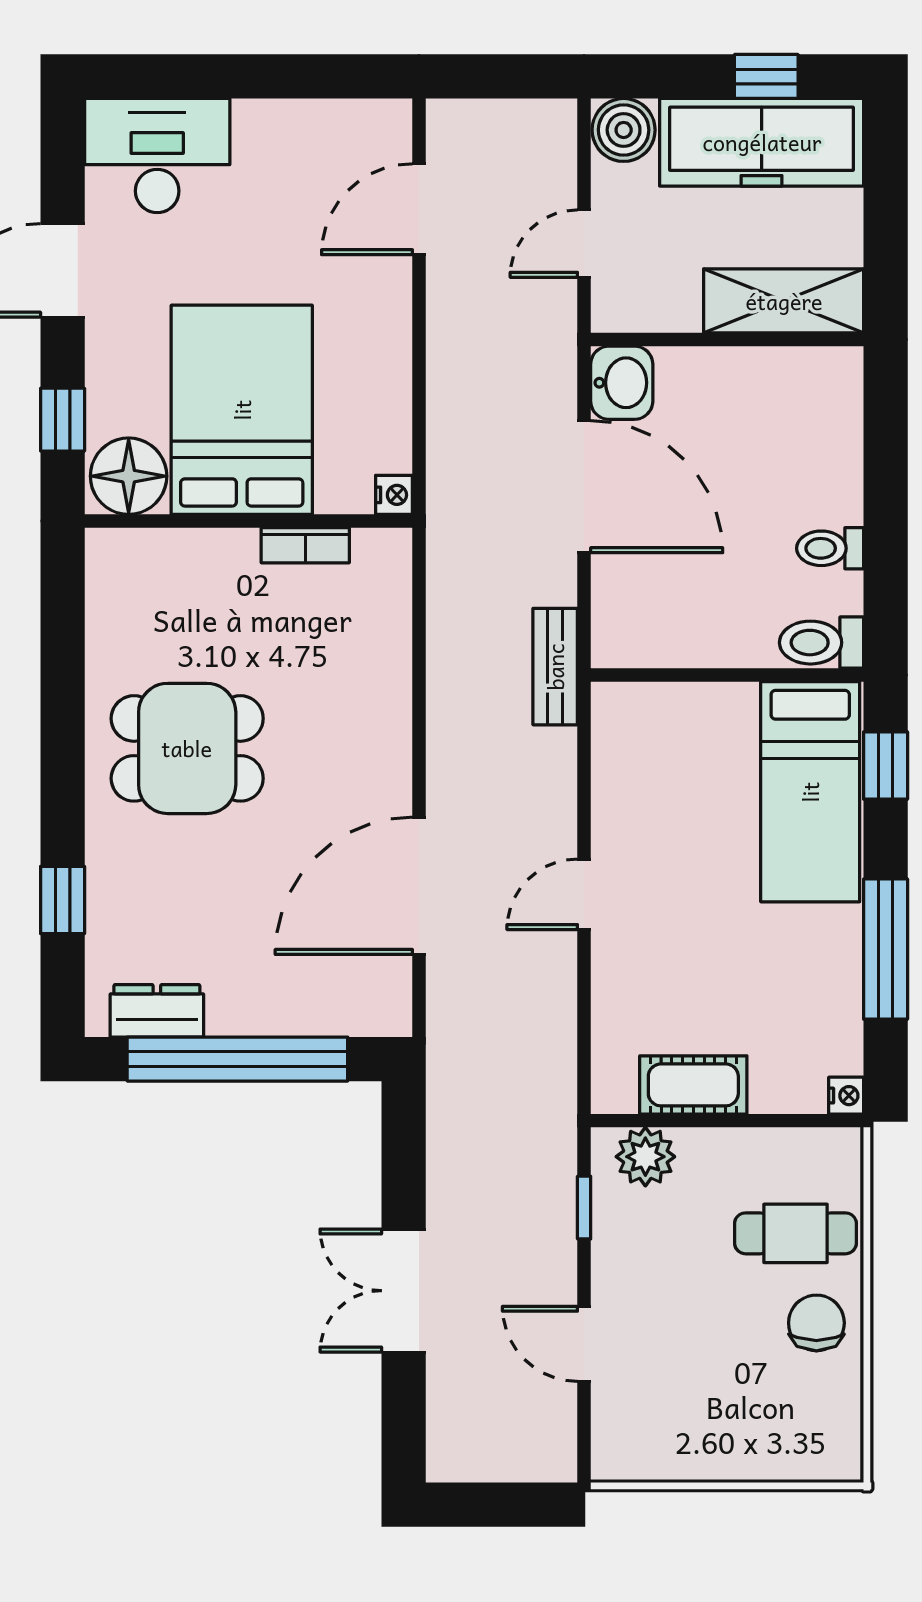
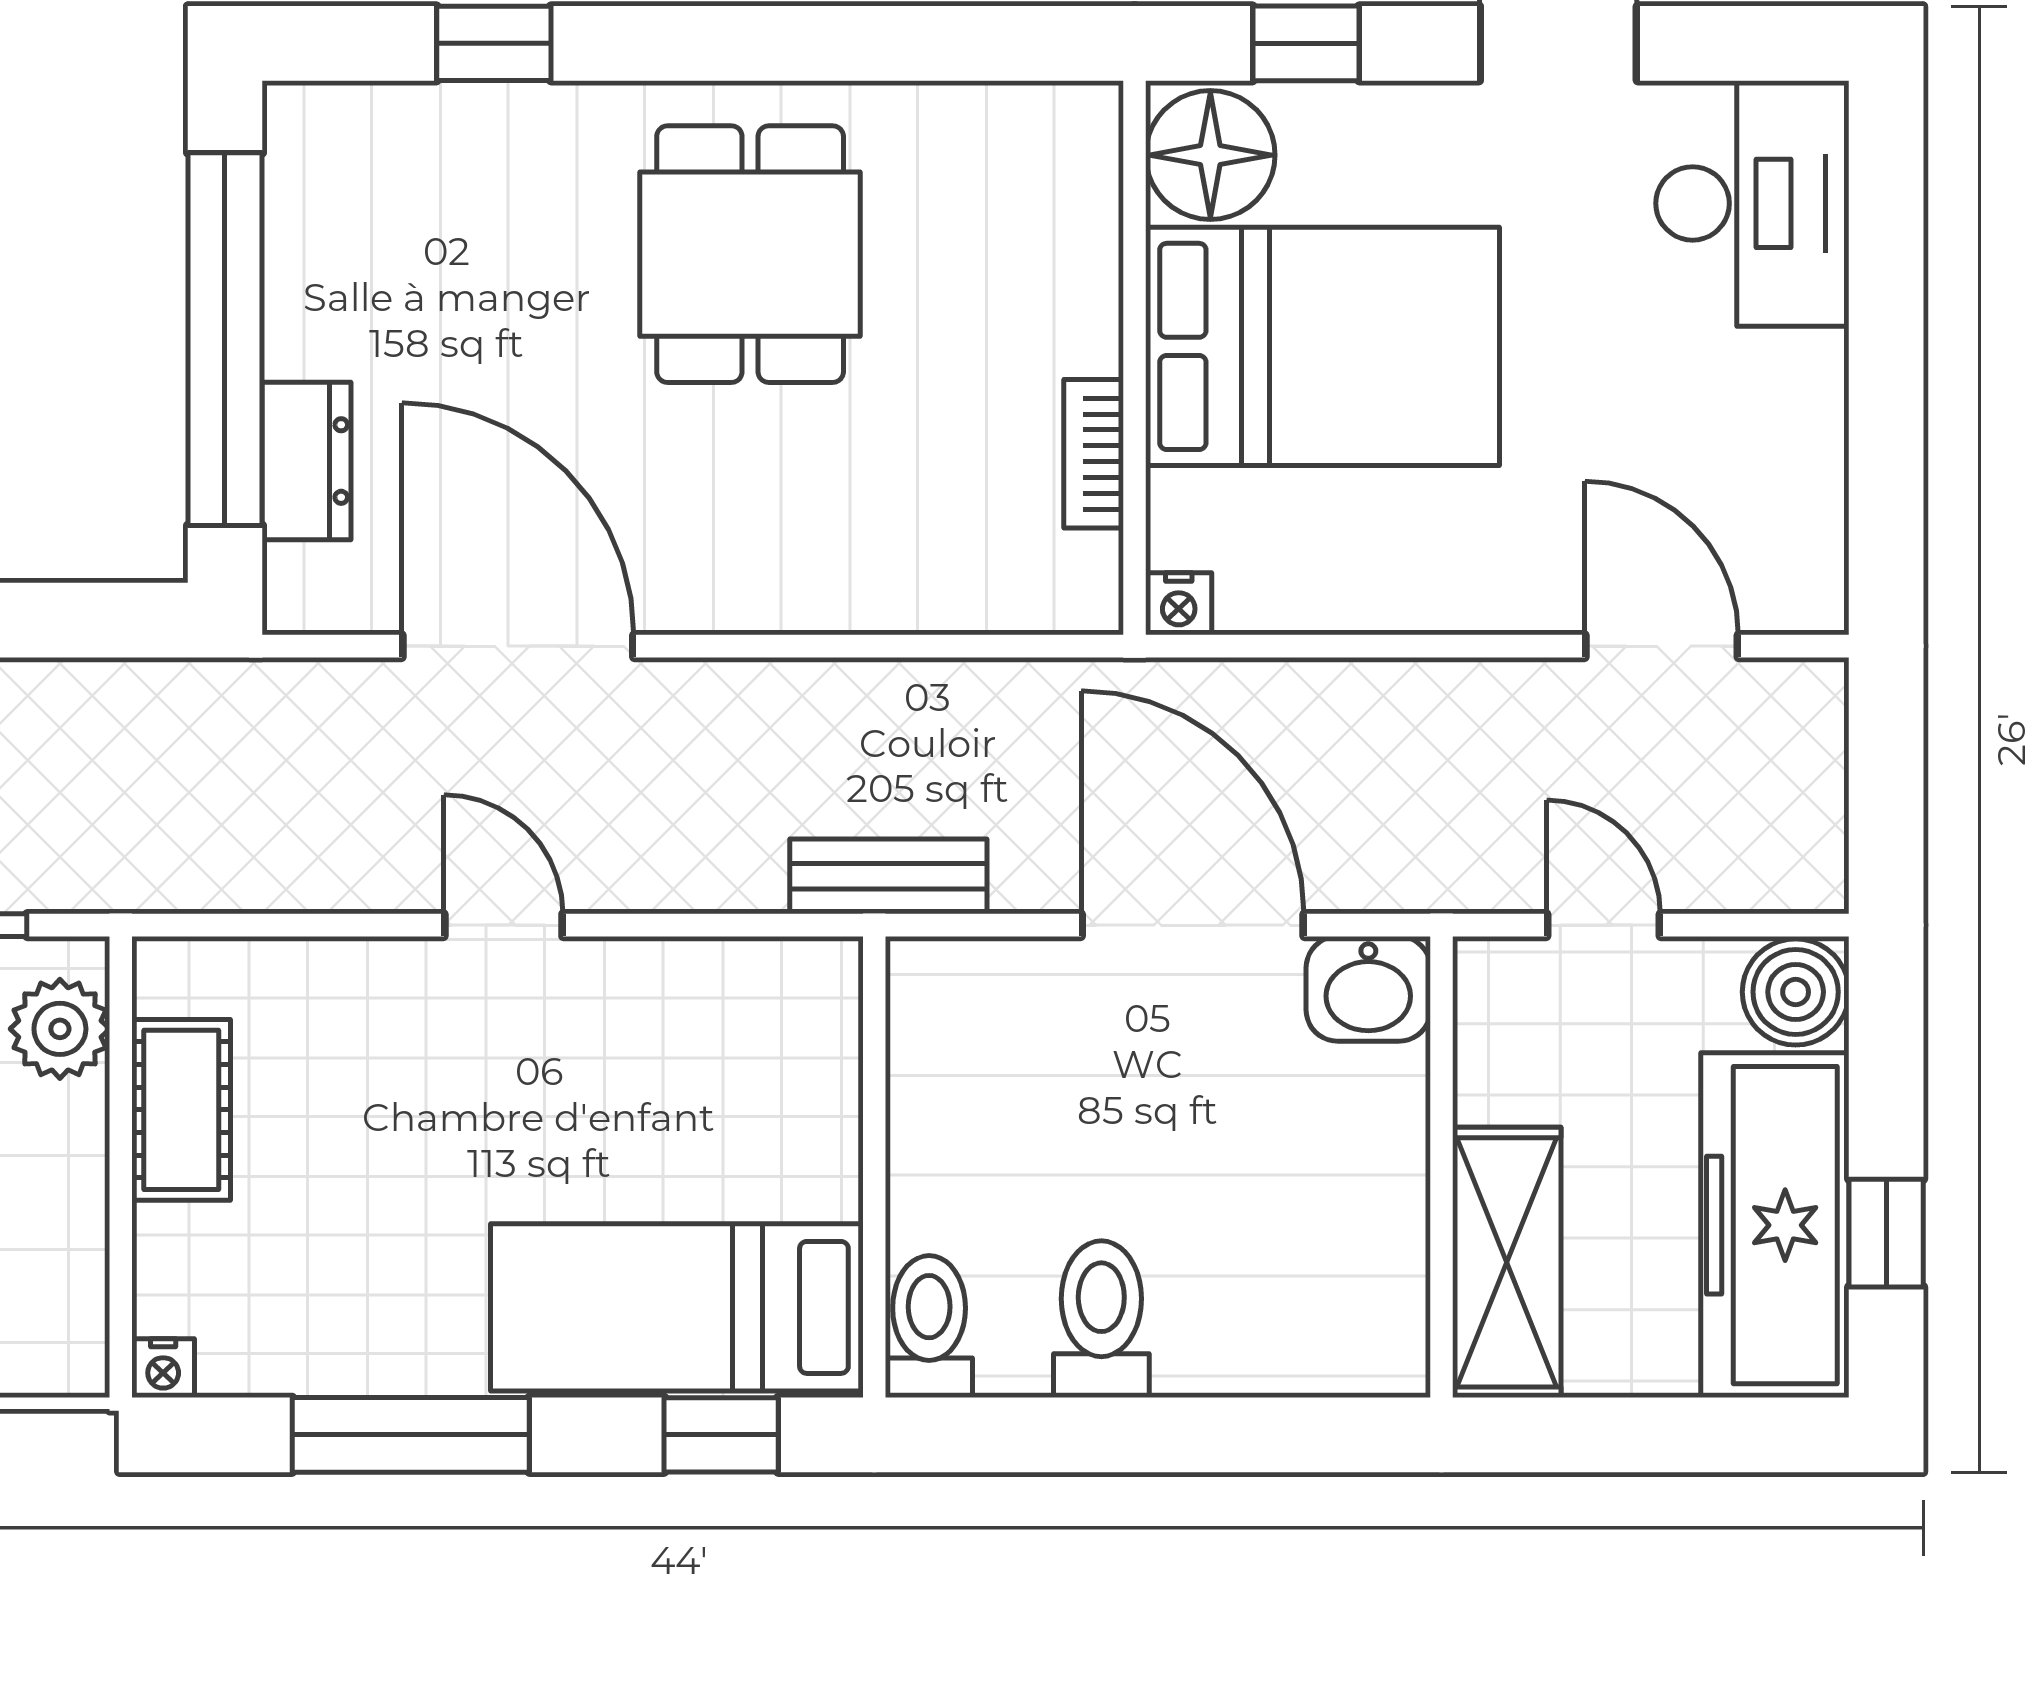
door: (584, 487) -> (1193, 925), swing flipped
toilet: (830, 548) -> (1101, 1319), width x1.37, depth x1.39
dresser: (157, 1011) -> (307, 461), moved

